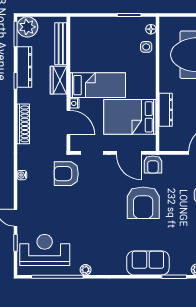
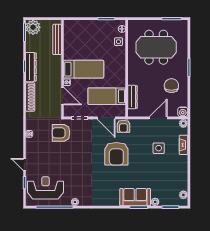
dresser: (24, 67) -> (31, 67), moved
wardrobe: (59, 80) -> (55, 66), removed
dresser: (166, 110) -> (133, 97), moved
bed: (130, 117) -> (107, 96), width x0.67
sofa: (148, 263) -> (135, 197), moved

